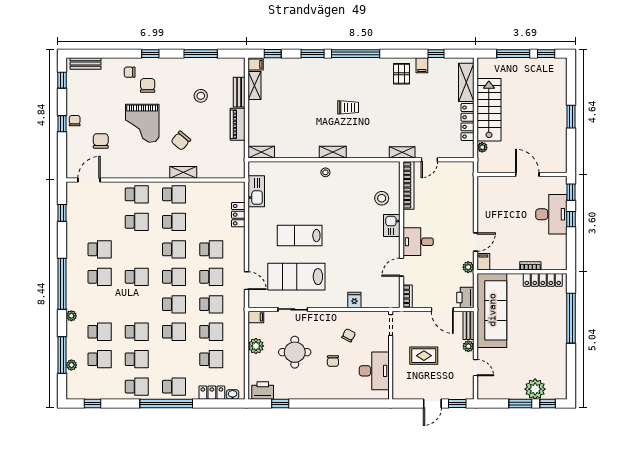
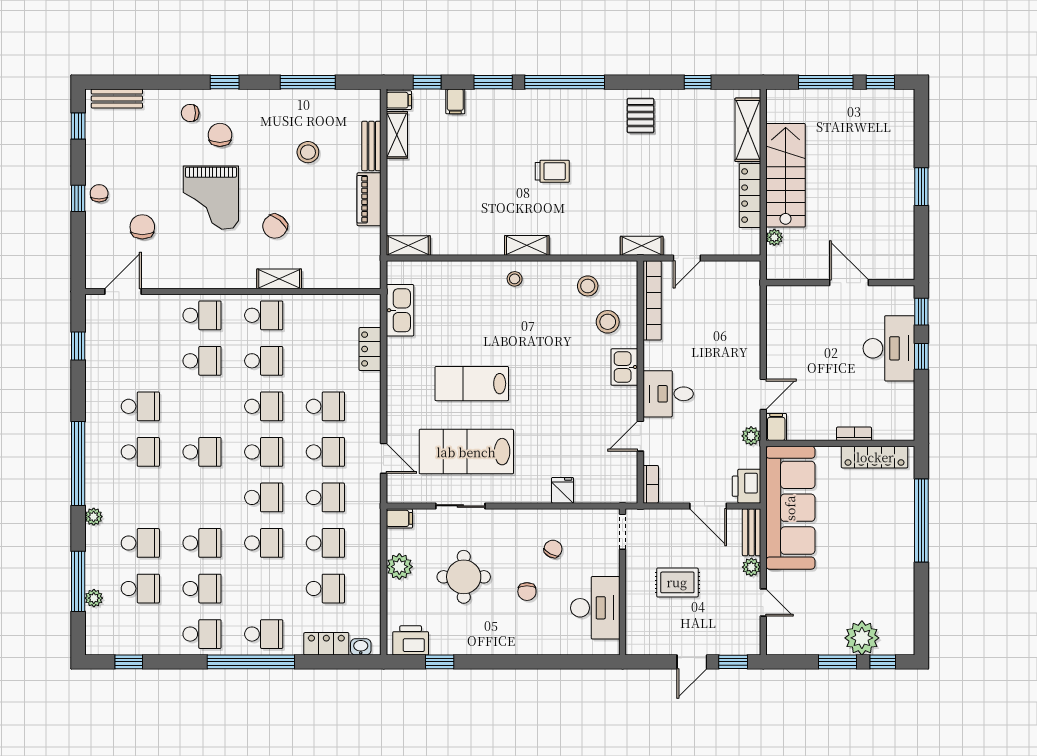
filing cabinet: (422, 65) -> (455, 101), moved
stool: (370, 177) -> (588, 286), added

